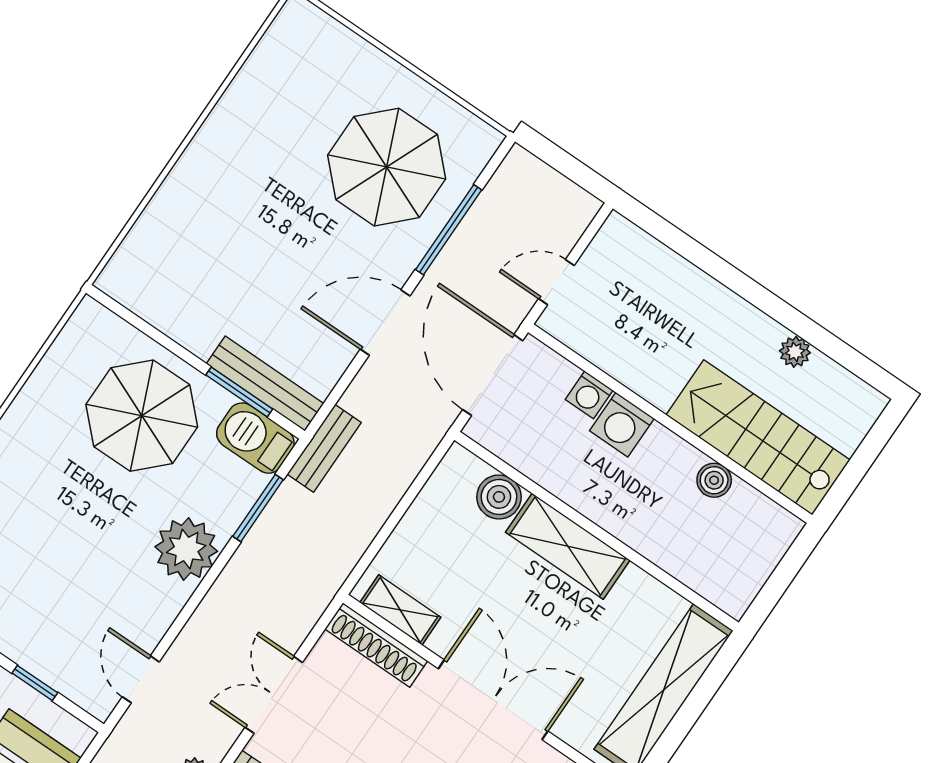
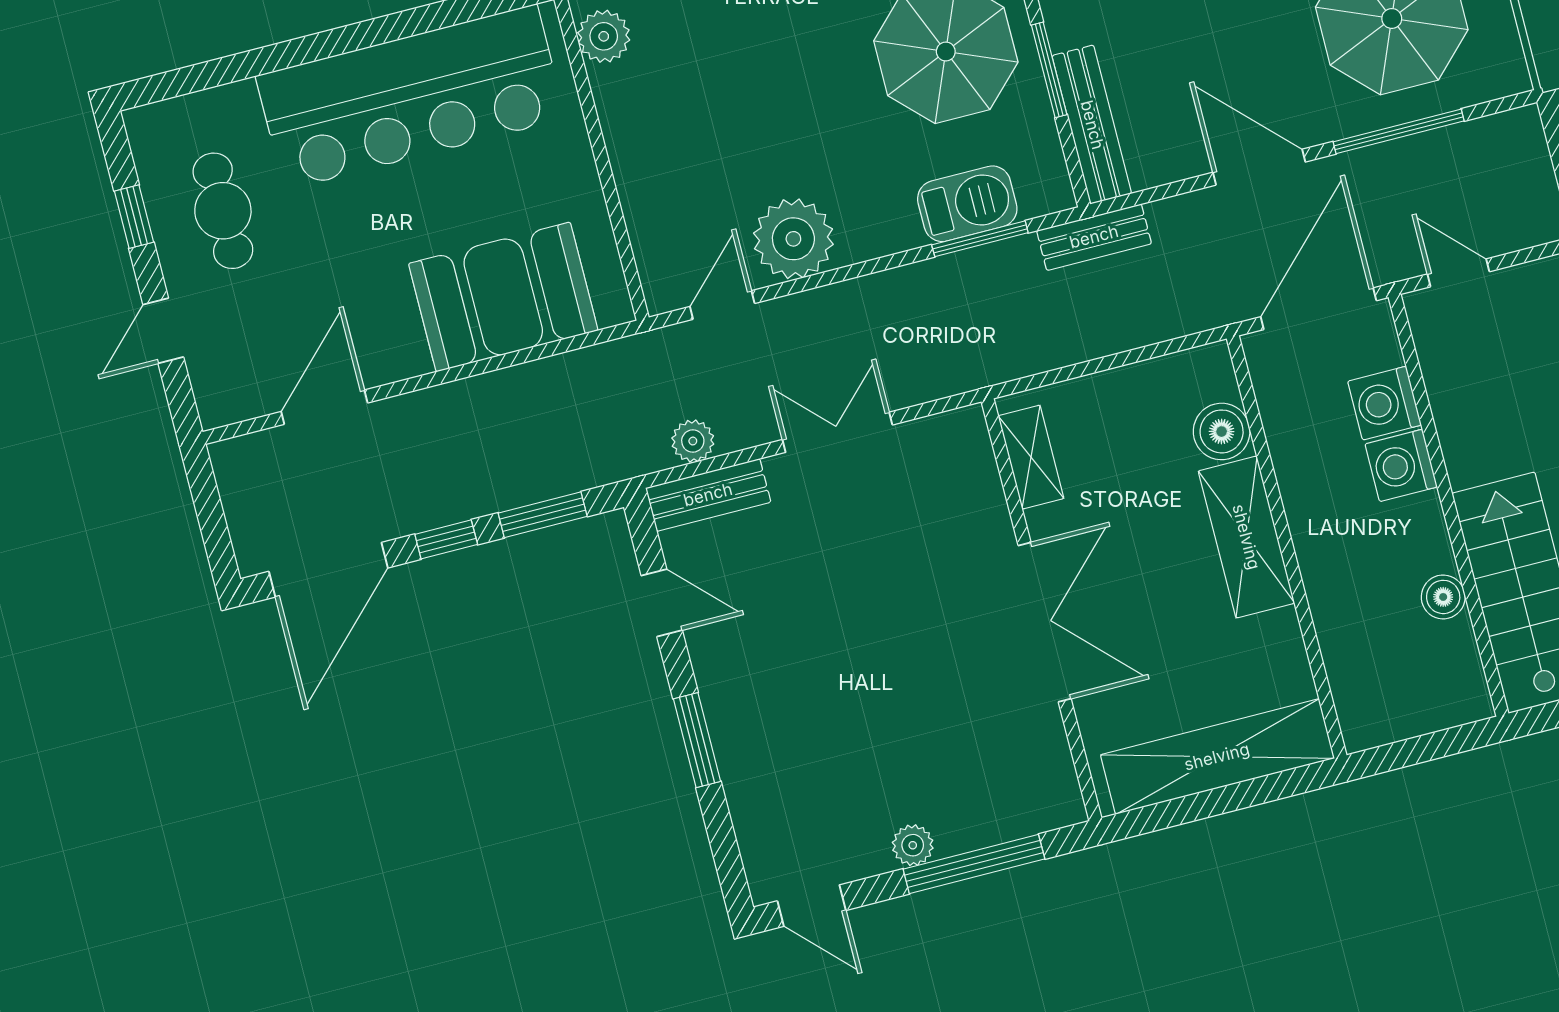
window: (239, 392) -> (1049, 70), moved
washing machine: (589, 395) -> (1385, 403), width x1.38, depth x1.38
barbecue: (255, 438) -> (967, 204), moved, turned 90
plant: (186, 549) -> (793, 239), moved
shoe rack: (376, 645) -> (978, 471), removed
window: (35, 683) -> (617, 219), removed

